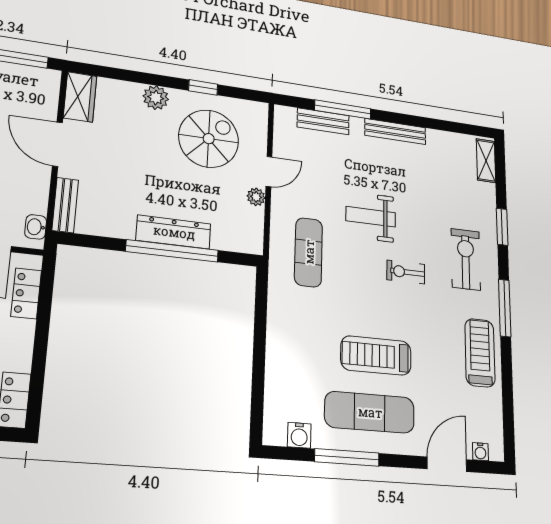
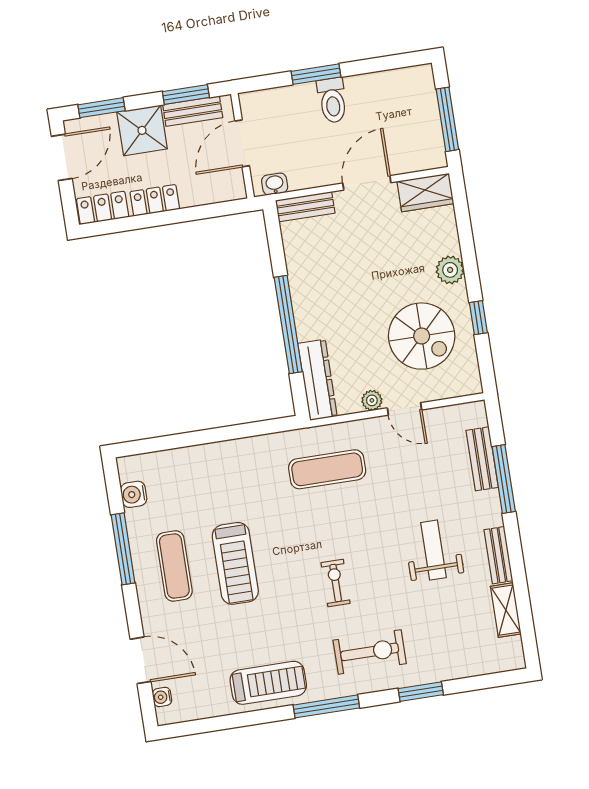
bench: (395, 131) -> (498, 555), width x0.73
shelving: (486, 161) -> (506, 610), moved, turned 90
weight bench: (371, 217) -> (433, 550), moved
dresser: (174, 232) -> (318, 380), moved
locker: (26, 293) -> (155, 200), moved
treadmill: (376, 356) -> (235, 563), turned 180
exercise mat: (370, 412) -> (174, 566), width x0.73, depth x0.69

